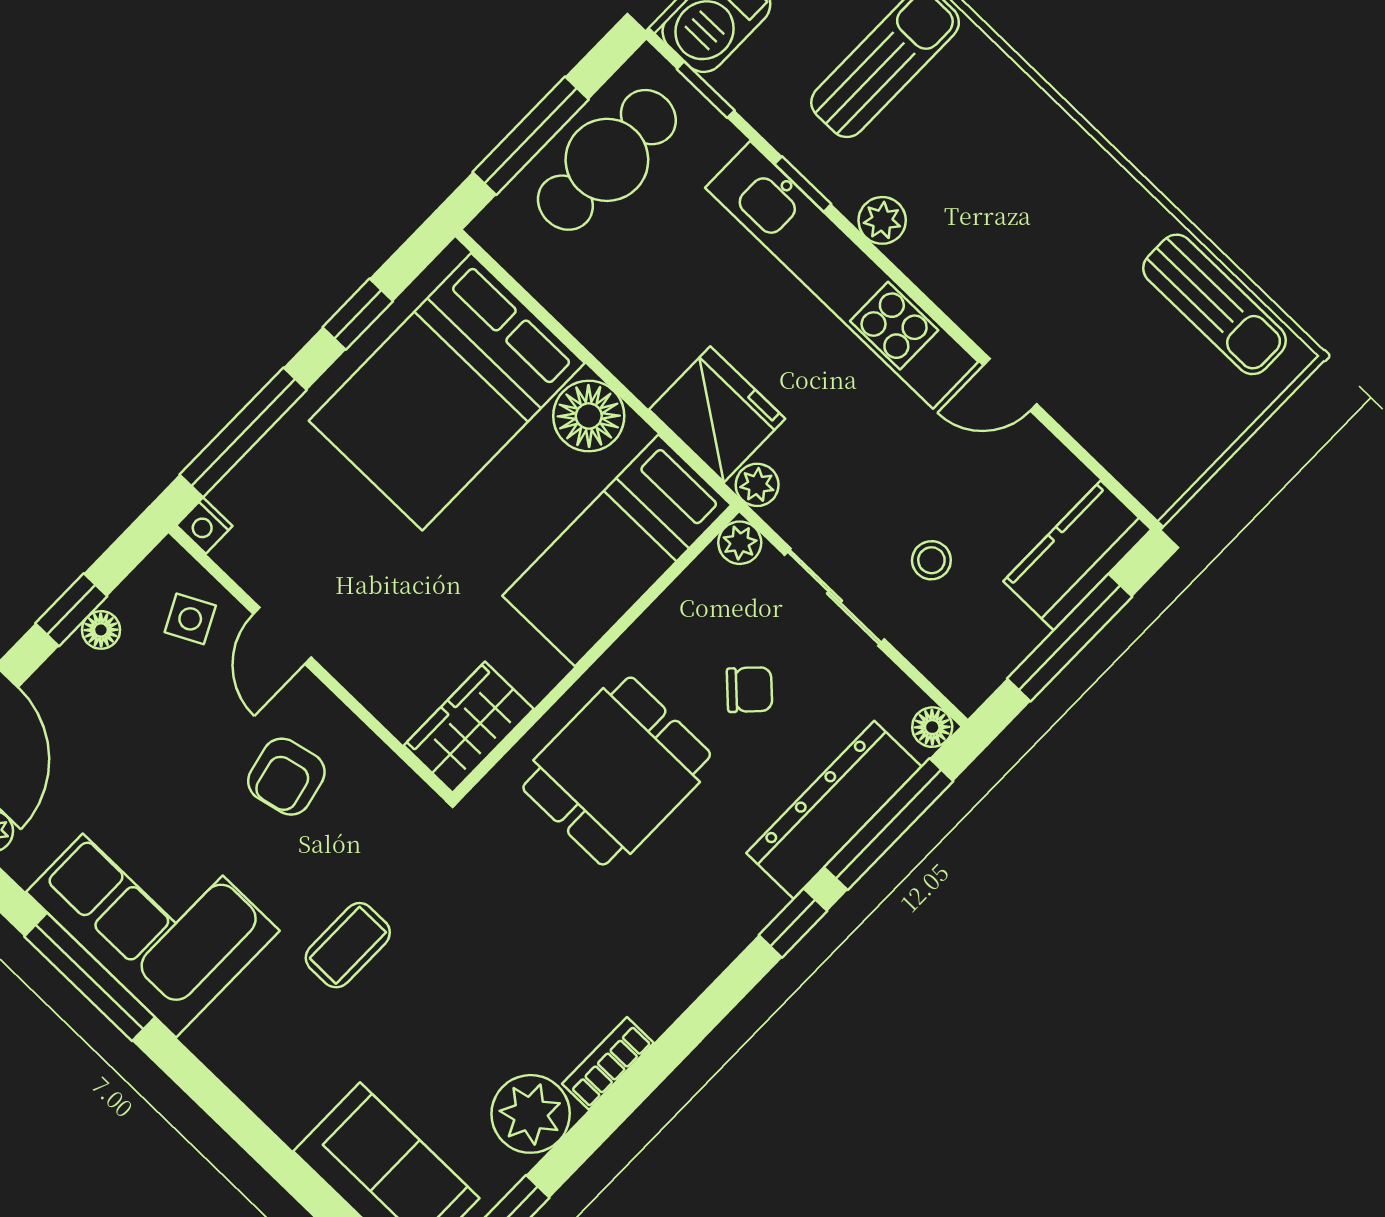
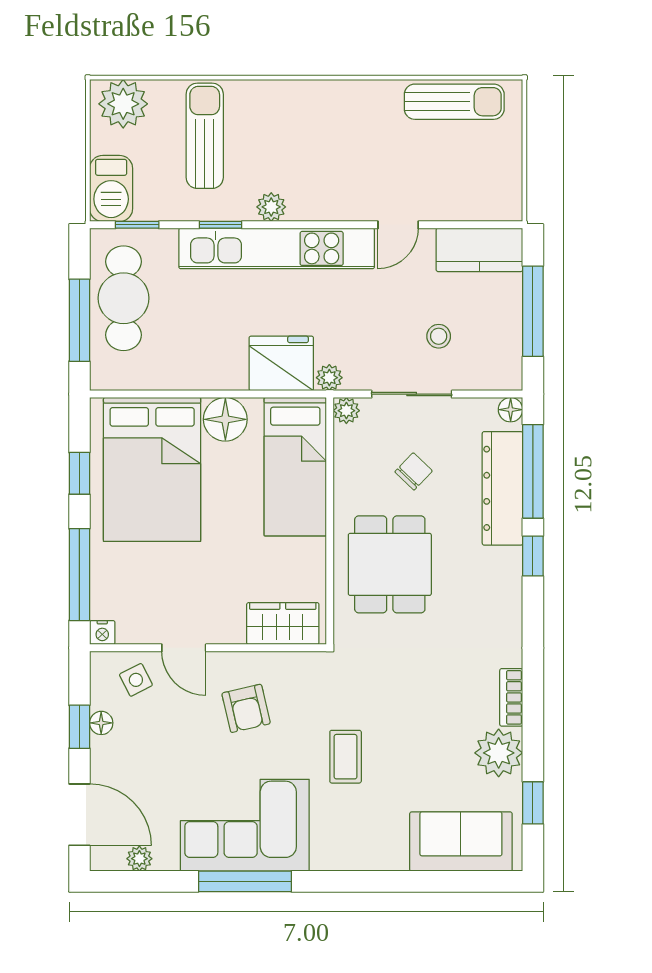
kitchen counter: (1077, 555) -> (479, 250), moved, turned -90
wardrobe: (469, 727) -> (283, 624), moved, turned 90

